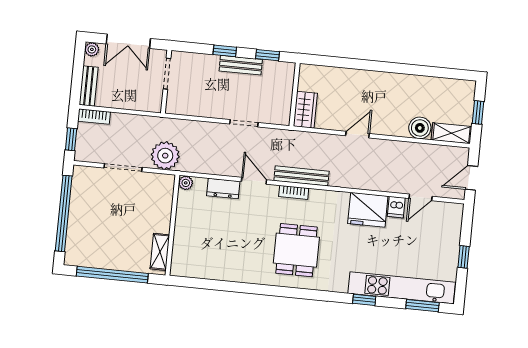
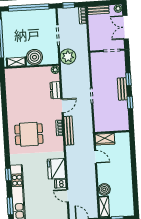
wall: (295, 94) -> (112, 132), moved
wardrobe: (305, 110) -> (105, 139), moved
boiler: (157, 217) -> (34, 57), added

